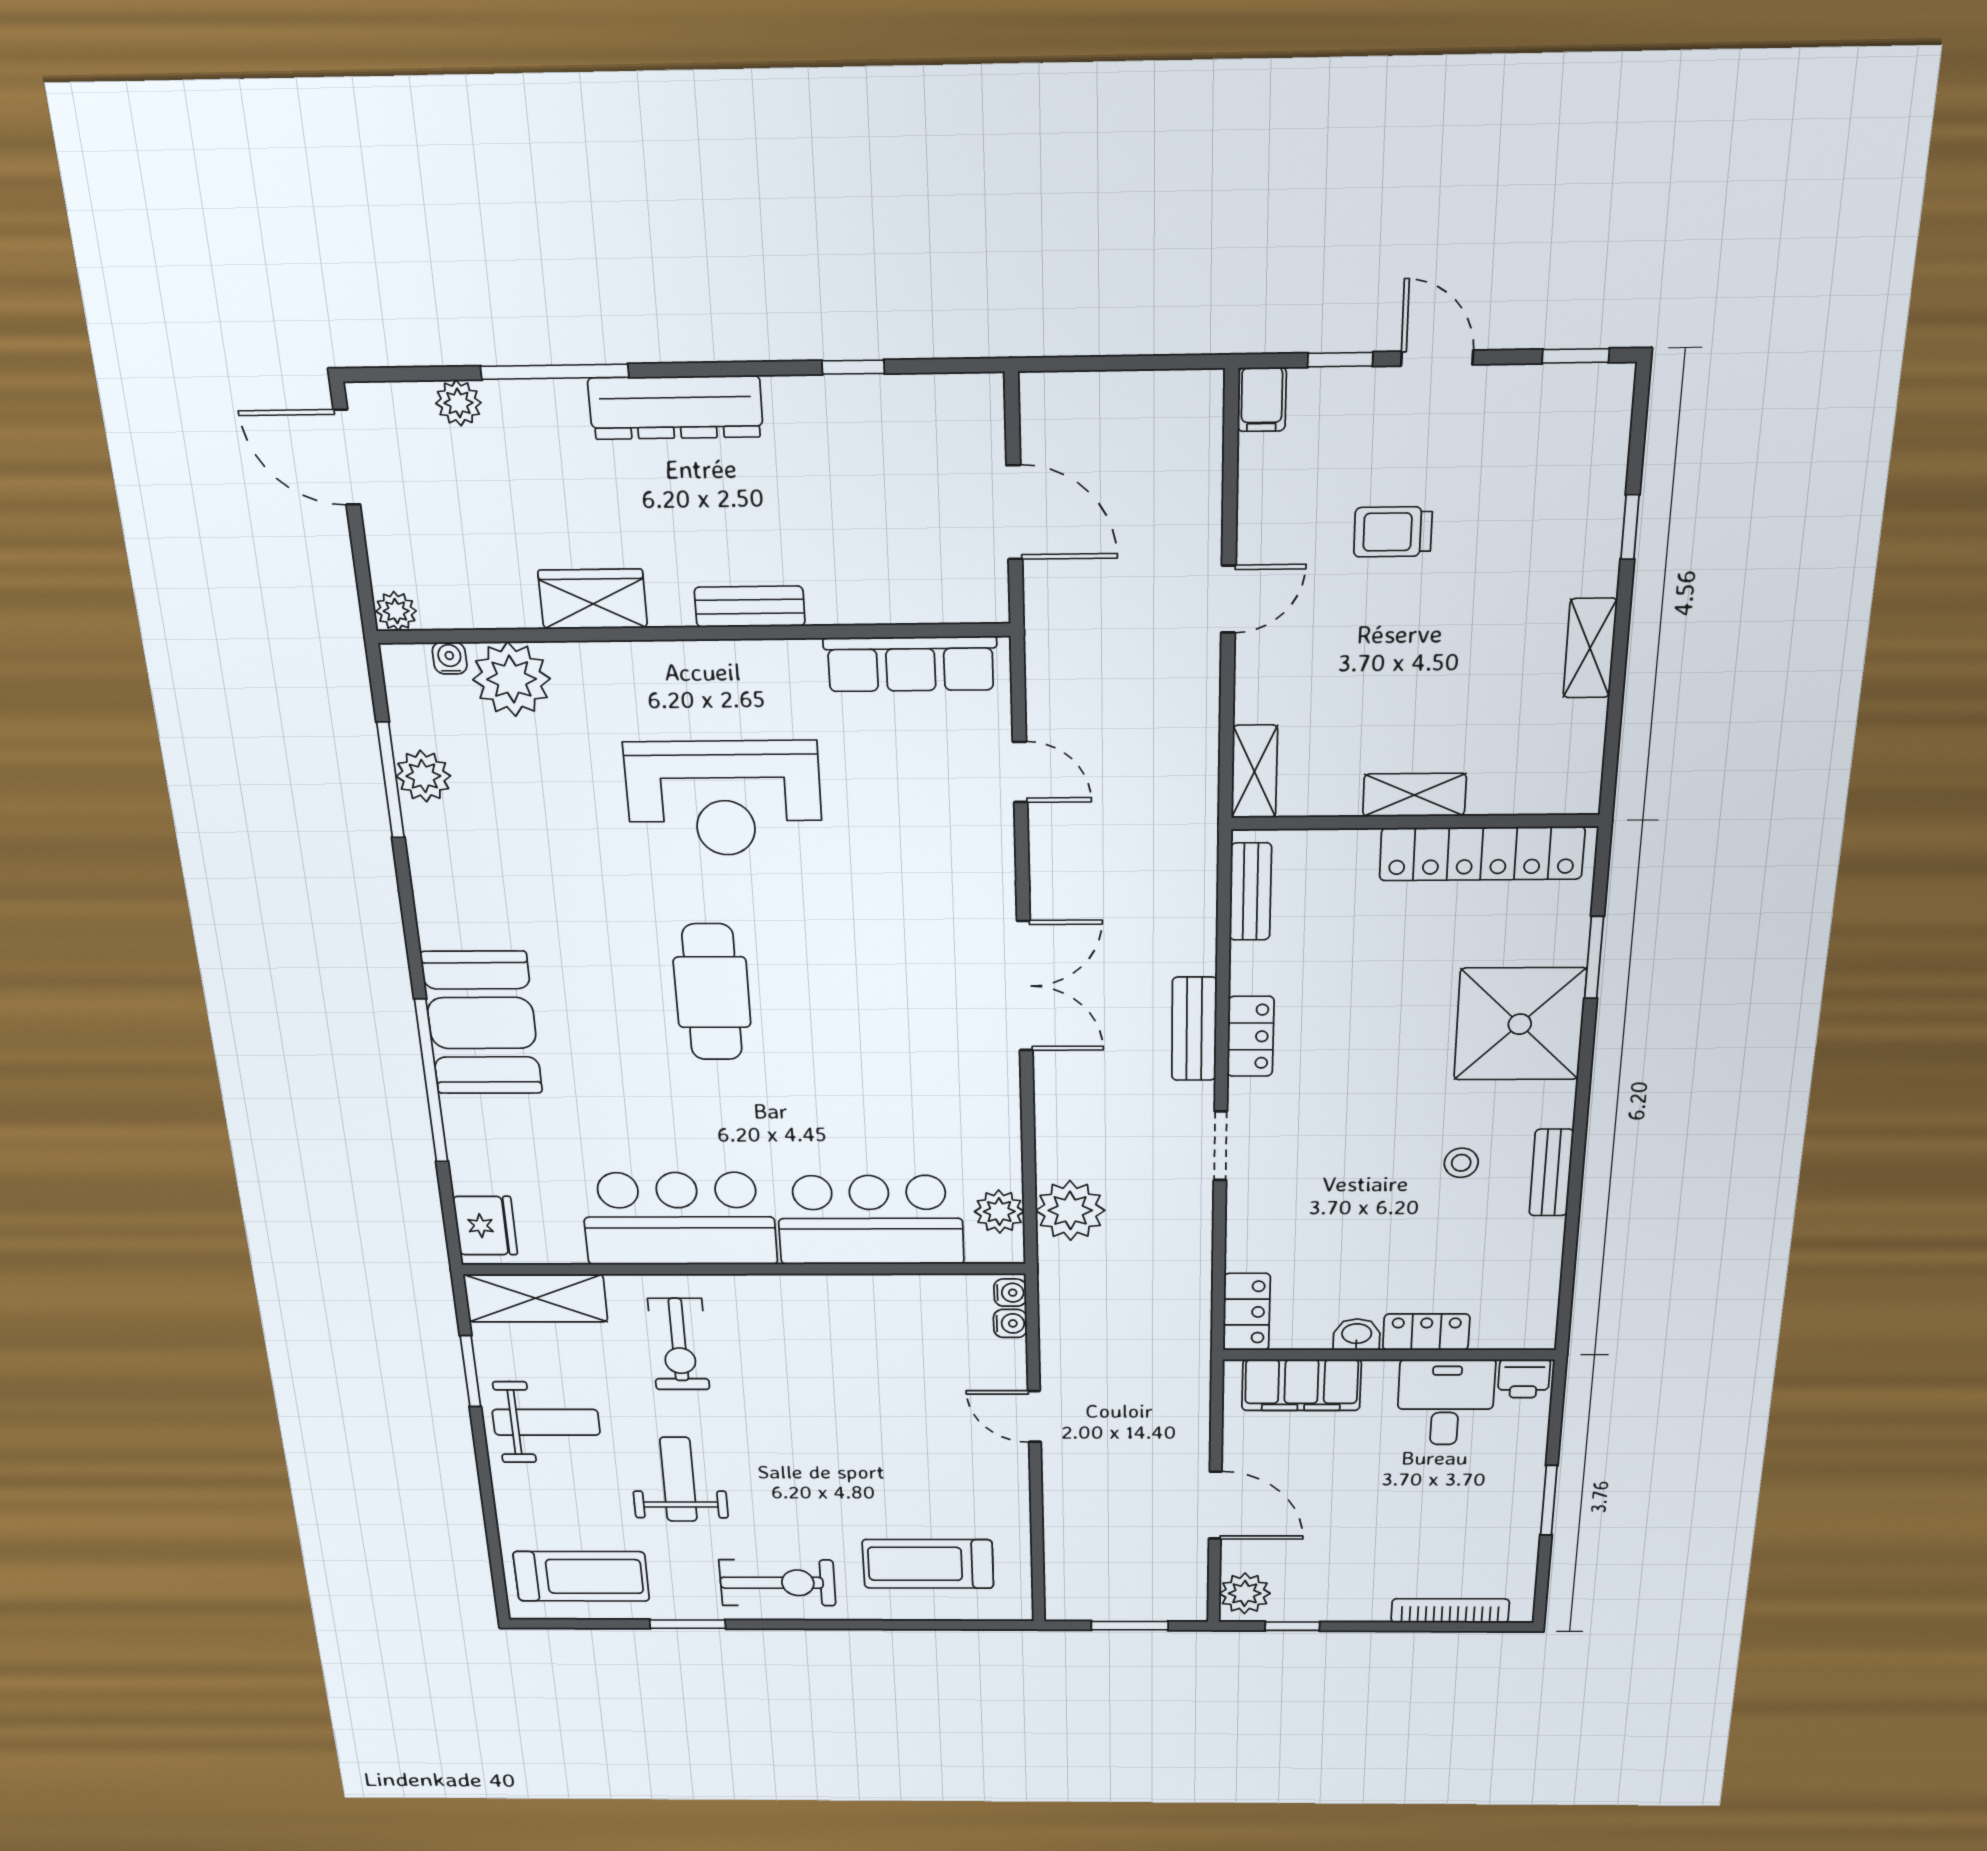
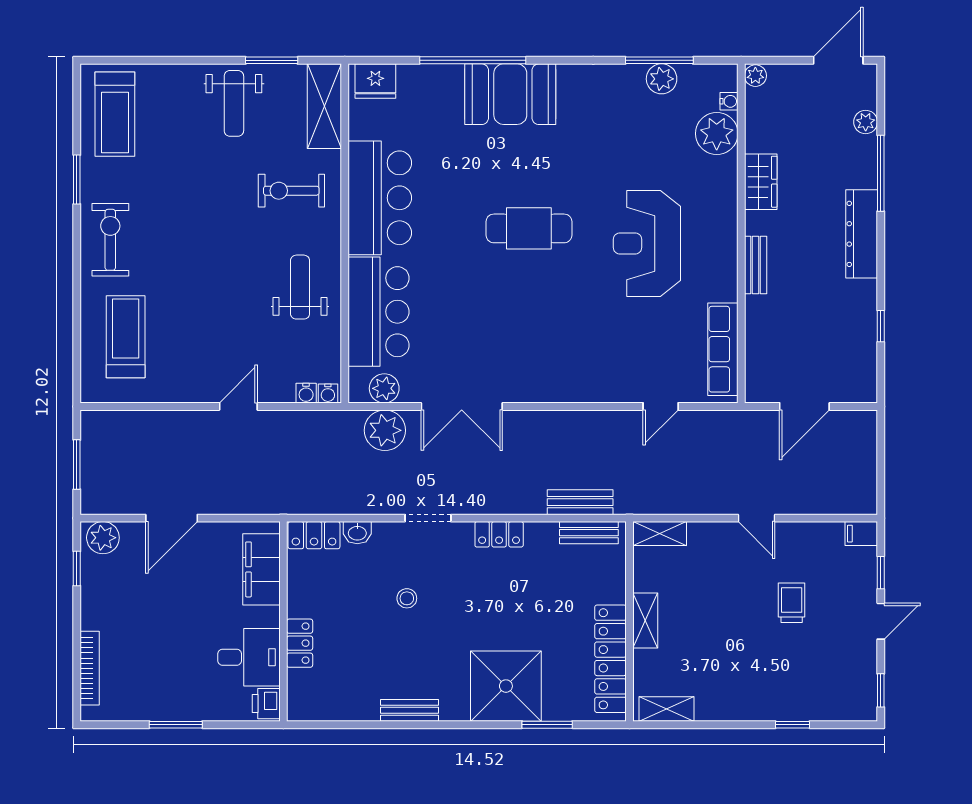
shelving: (1590, 648) -> (666, 709), moved
double door: (1025, 986) -> (462, 406), moved
bench: (1194, 1029) -> (580, 502), moved
stool: (1461, 1163) -> (407, 598), moved
washbasin: (1357, 1334) -> (357, 533), moved, turned 90
weight bench: (678, 1479) -> (300, 287), moved, turned -90
exercise bike: (777, 1583) -> (110, 240), turned 180

